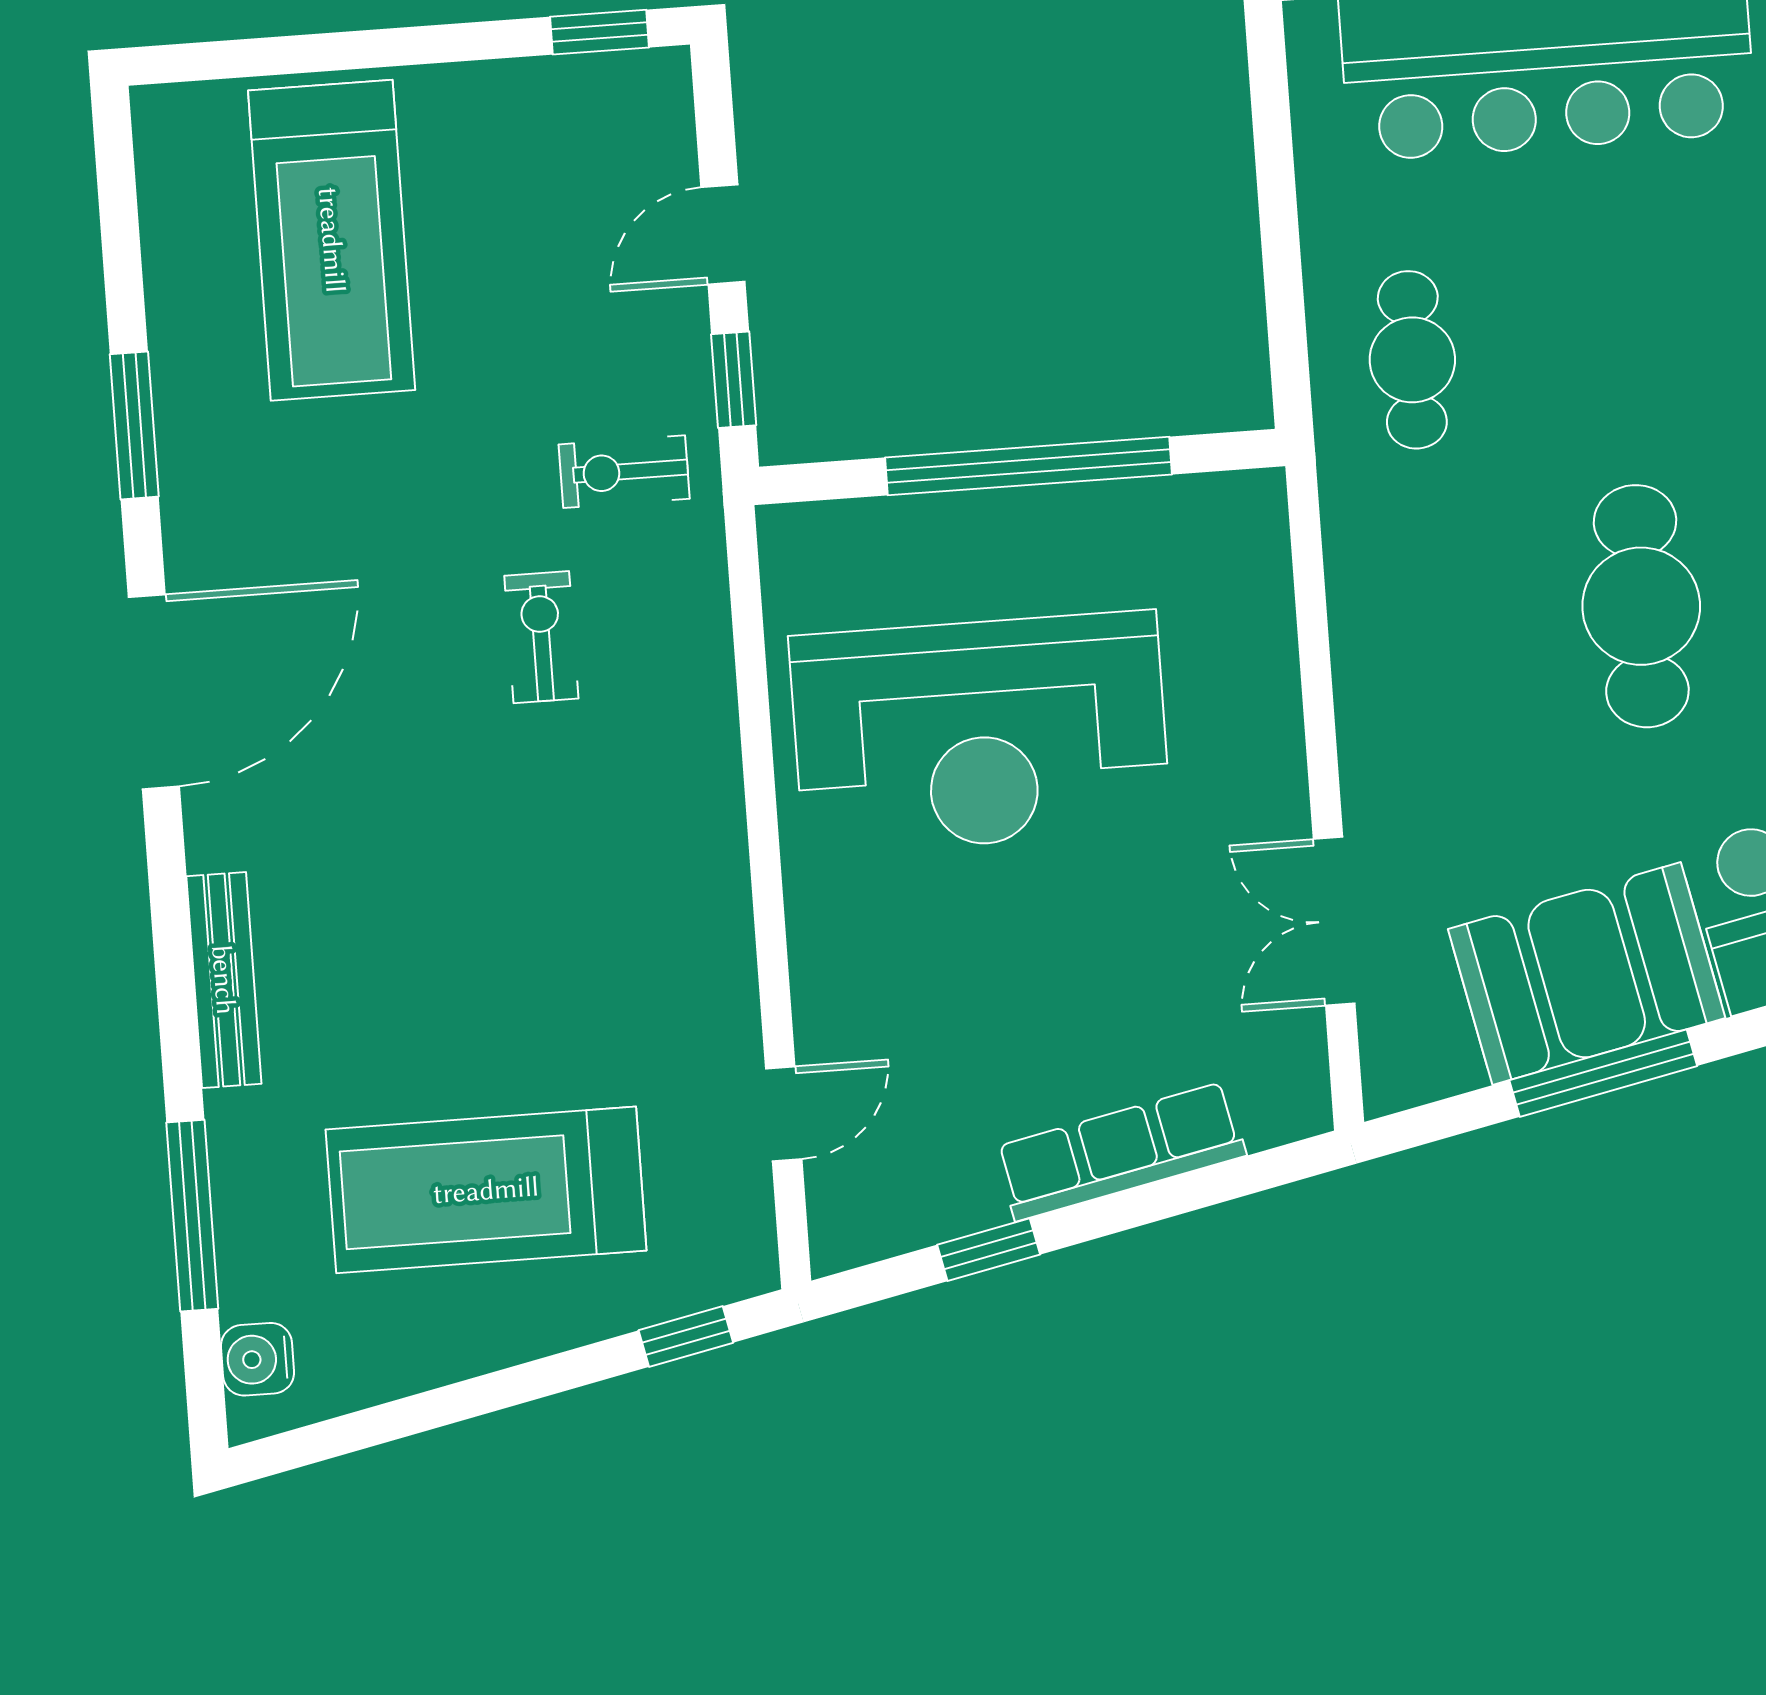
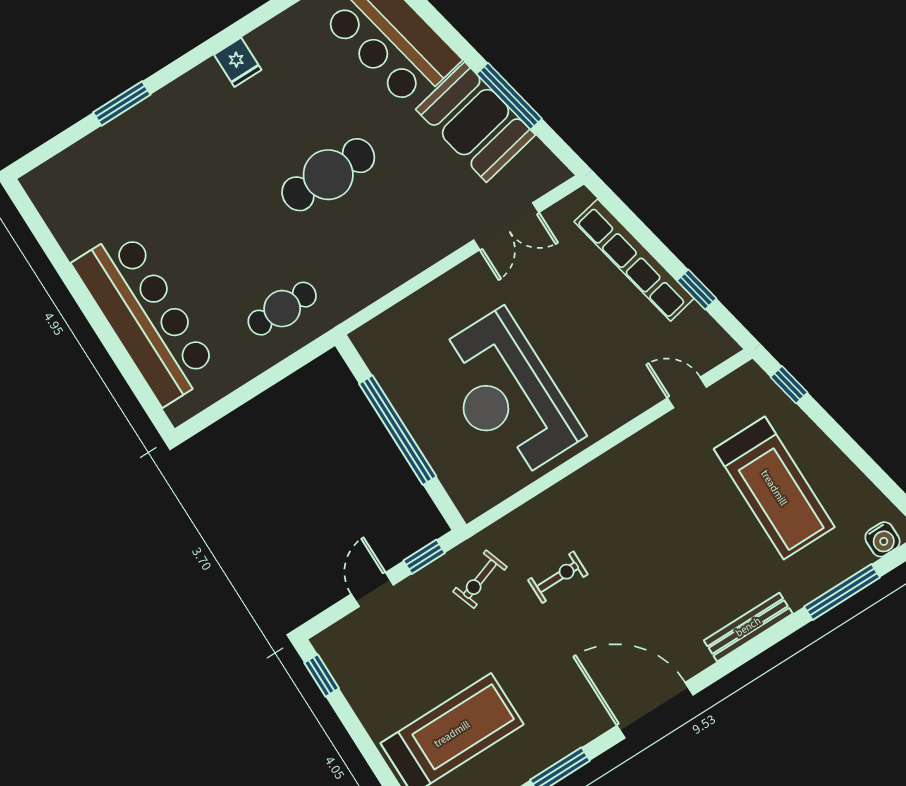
door: (723, 235) -> (372, 590), swing flipped
exercise bike: (624, 472) -> (480, 579), turned 71
exercise bike: (541, 637) -> (558, 577), turned 180
reception desk: (980, 733) -> (506, 395), turned 180
row of seats: (1120, 1151) -> (634, 260), width x1.36

